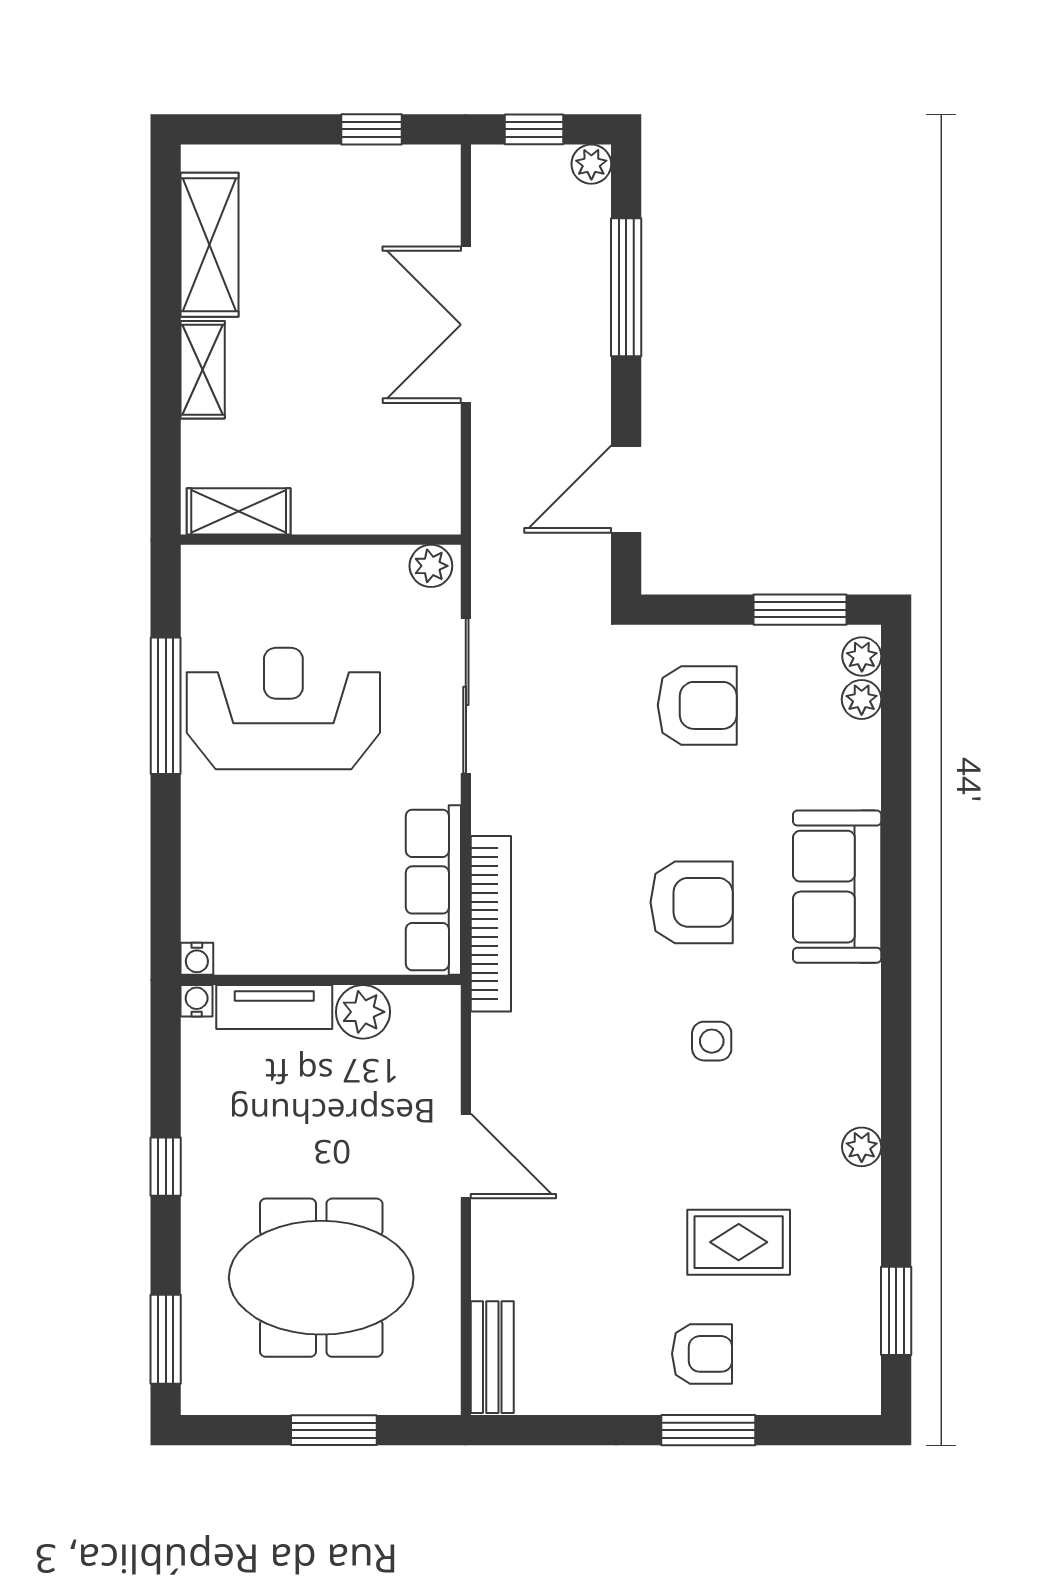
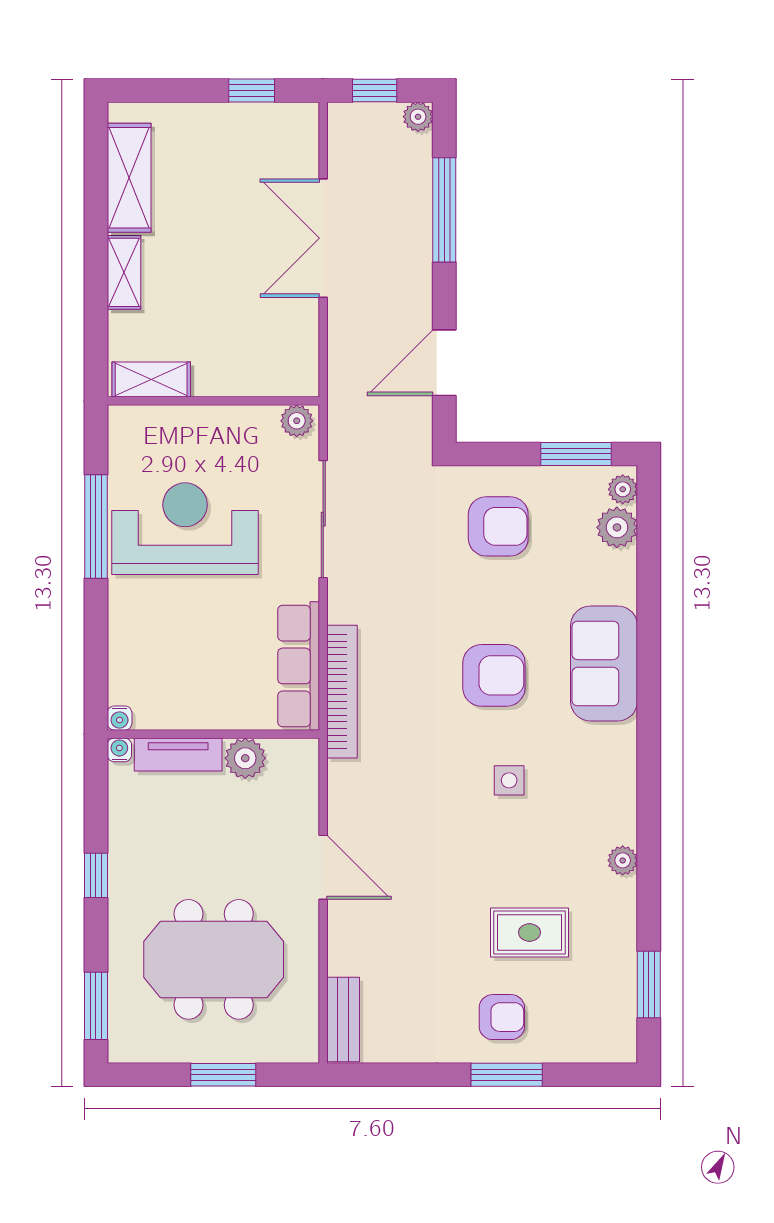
plant: (862, 699) -> (617, 527), width x1.38, depth x1.38

